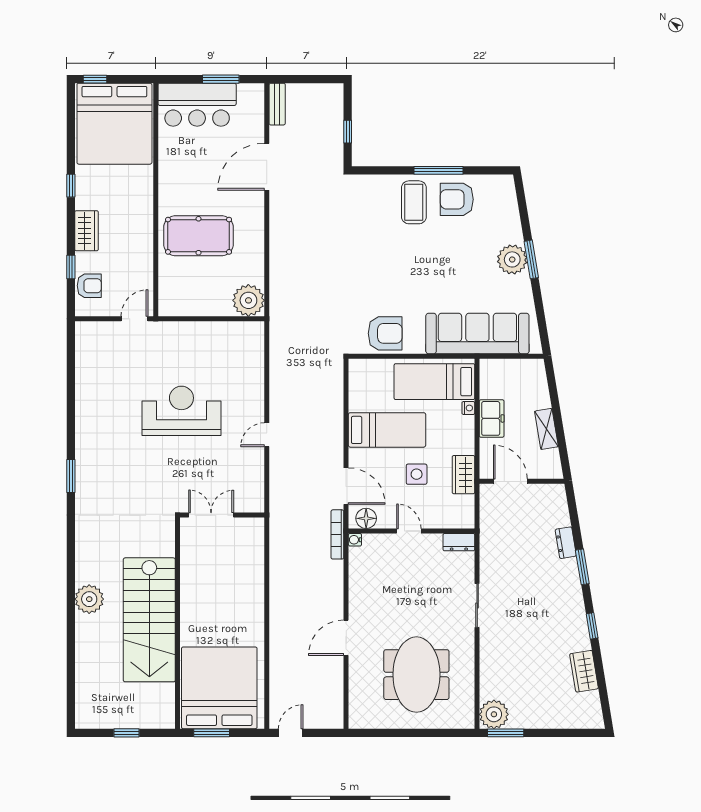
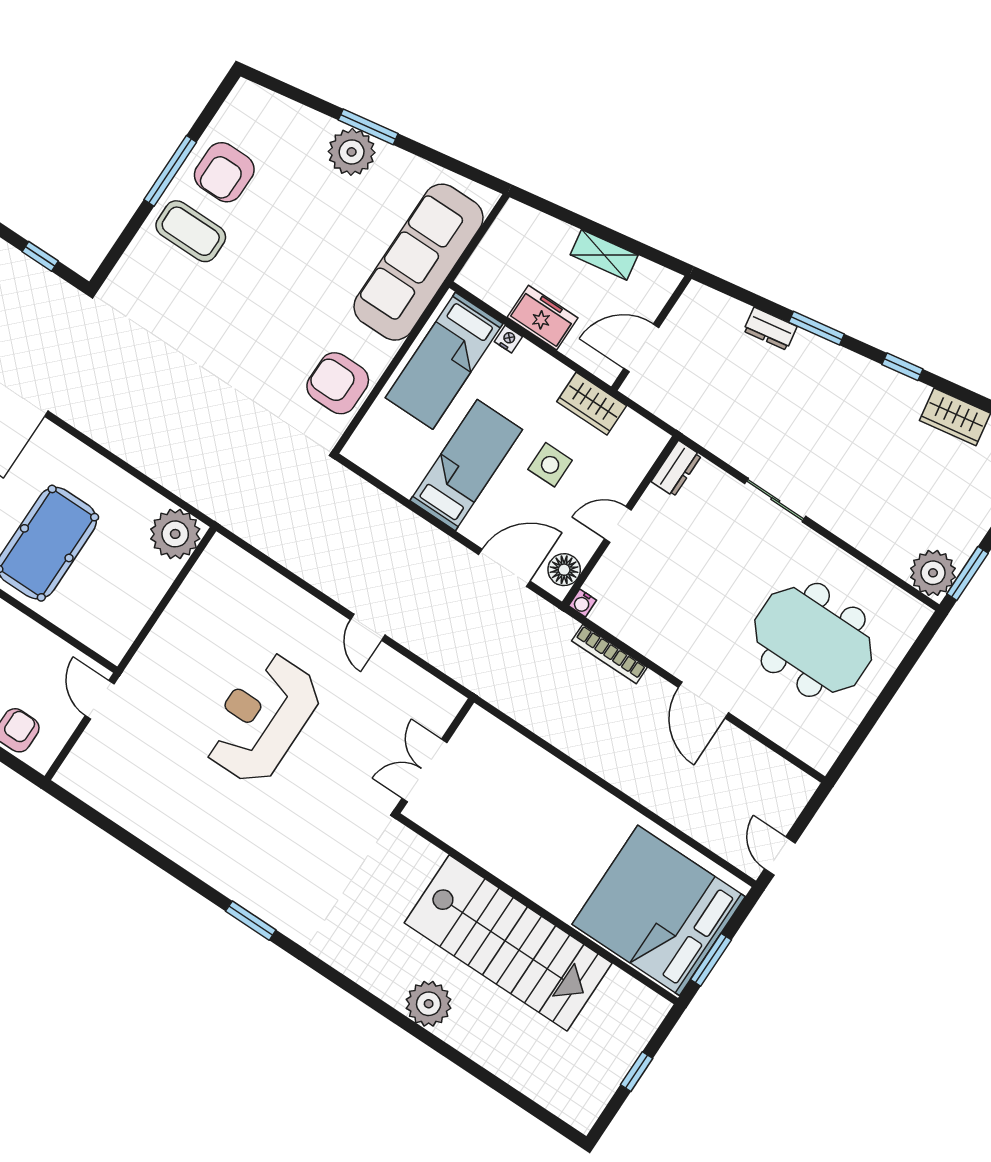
armchair: (385, 333) -> (338, 383), turned -90
bookcase: (337, 534) -> (609, 654), moved

